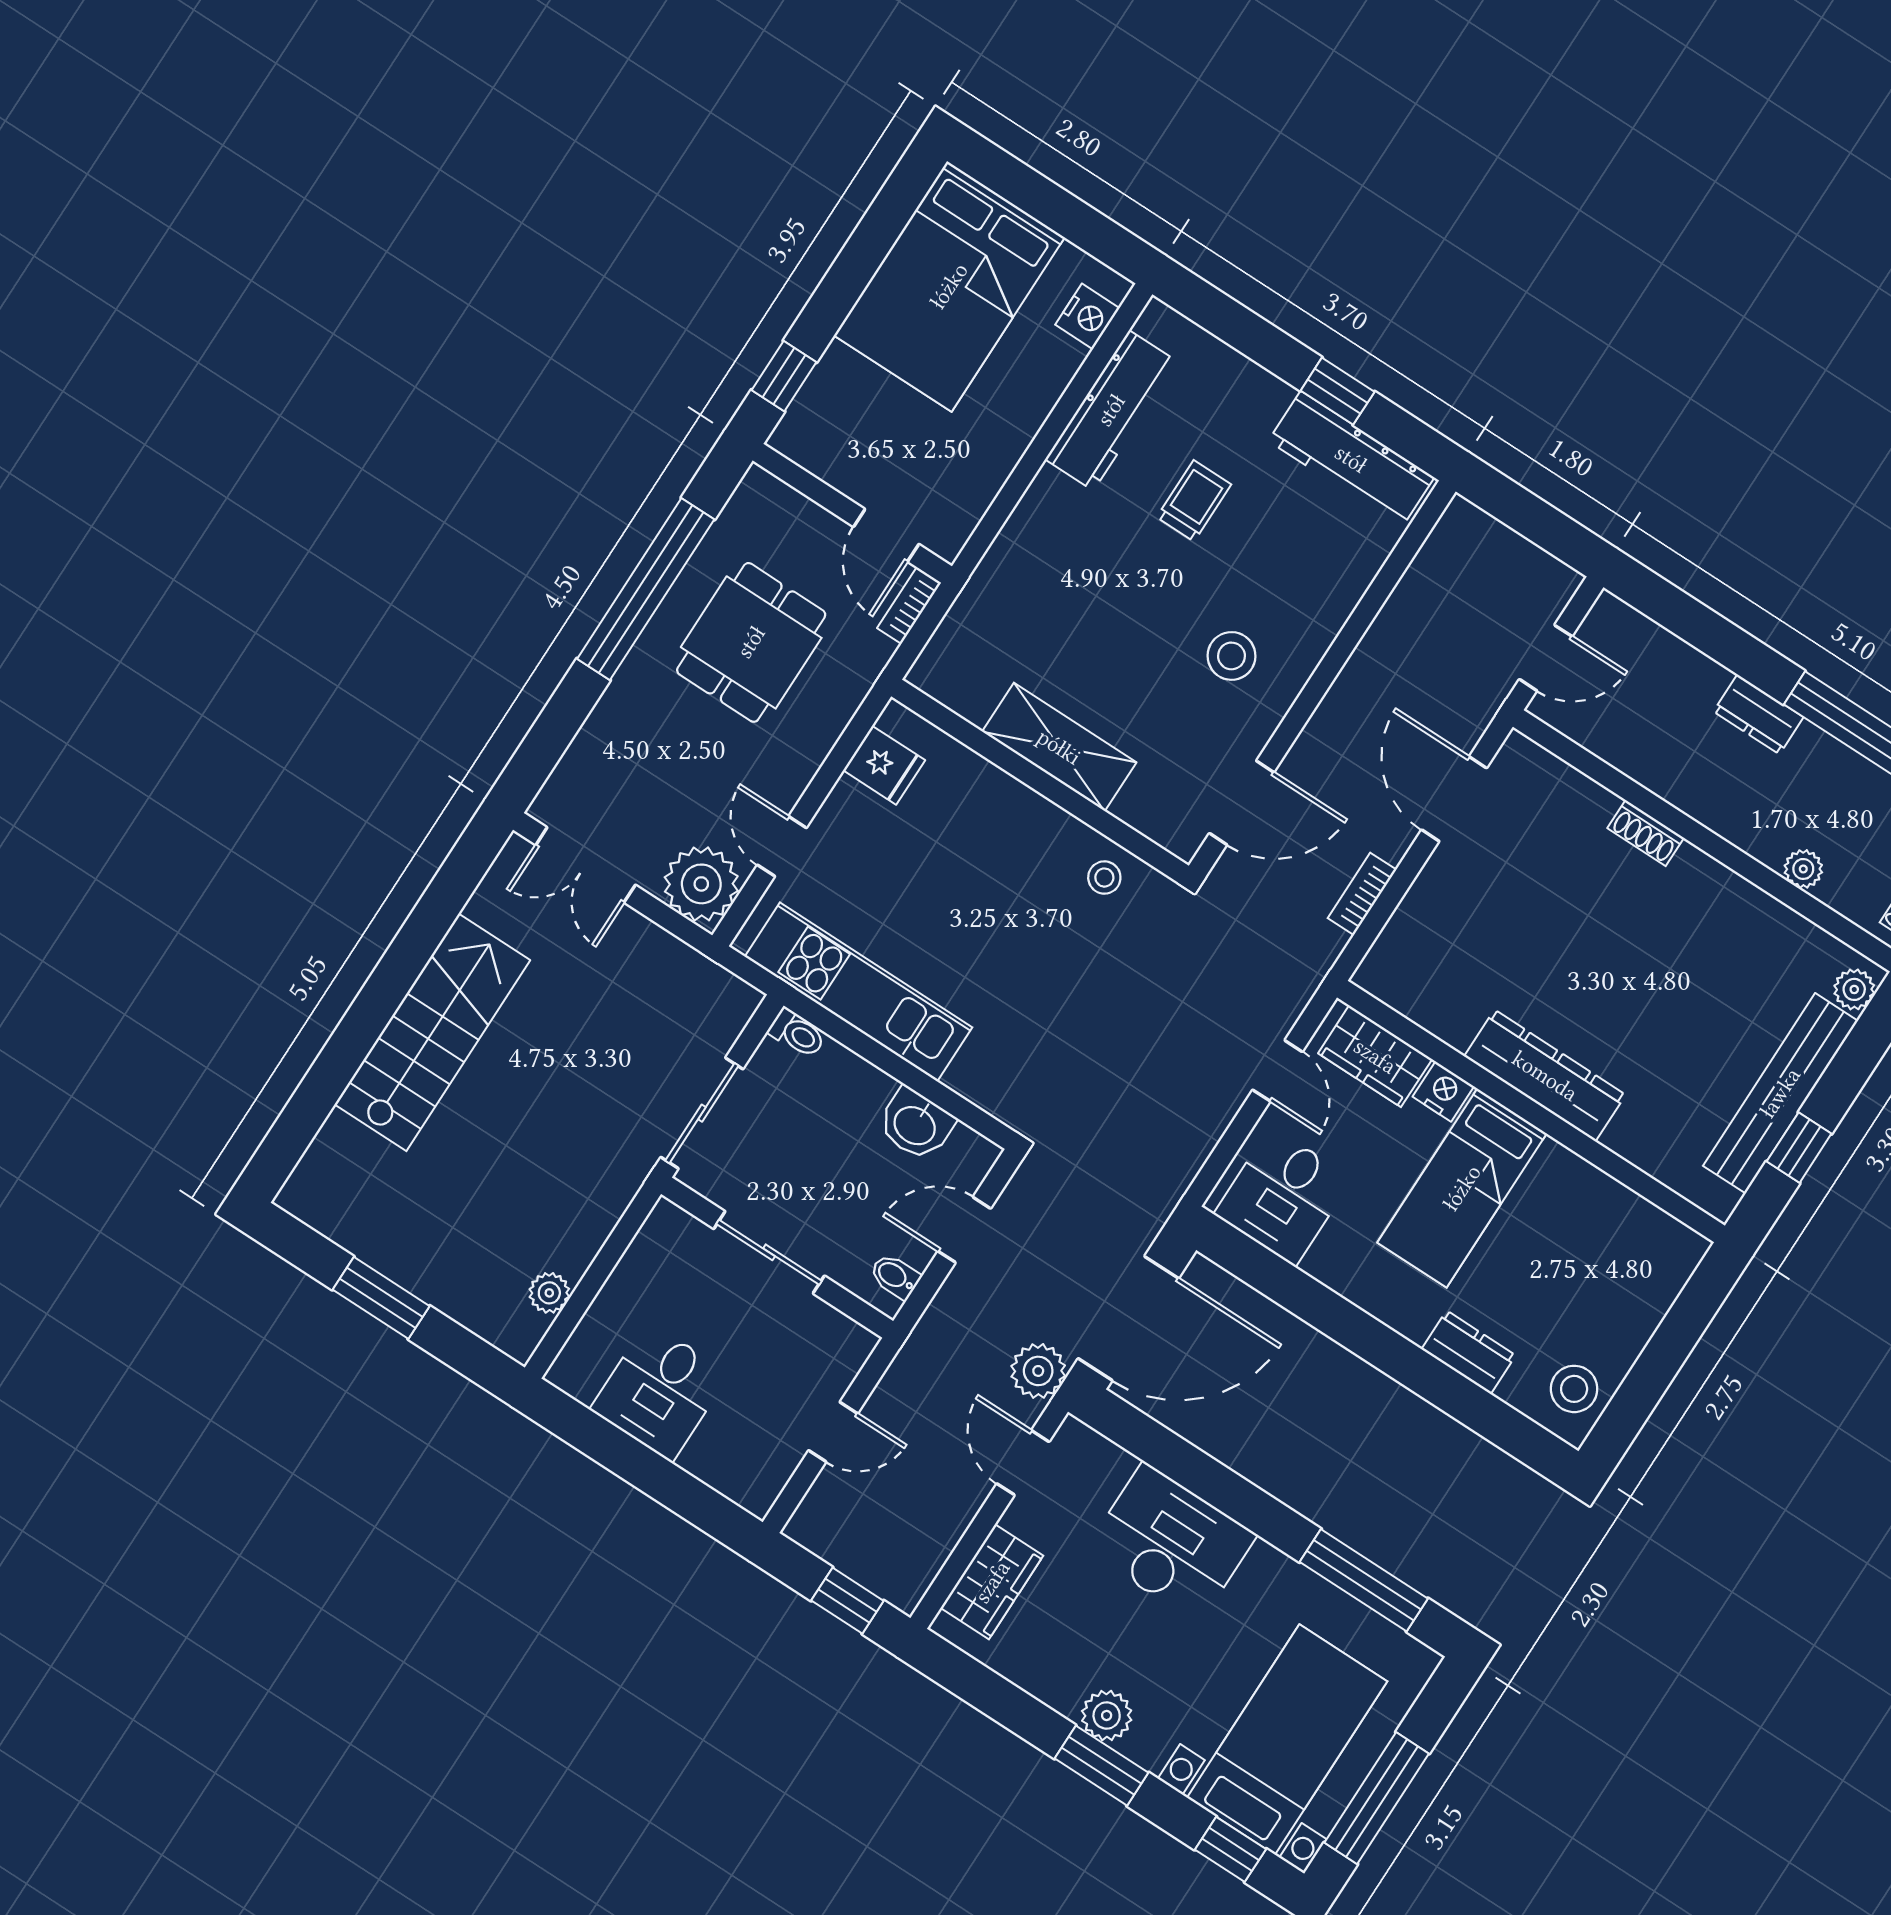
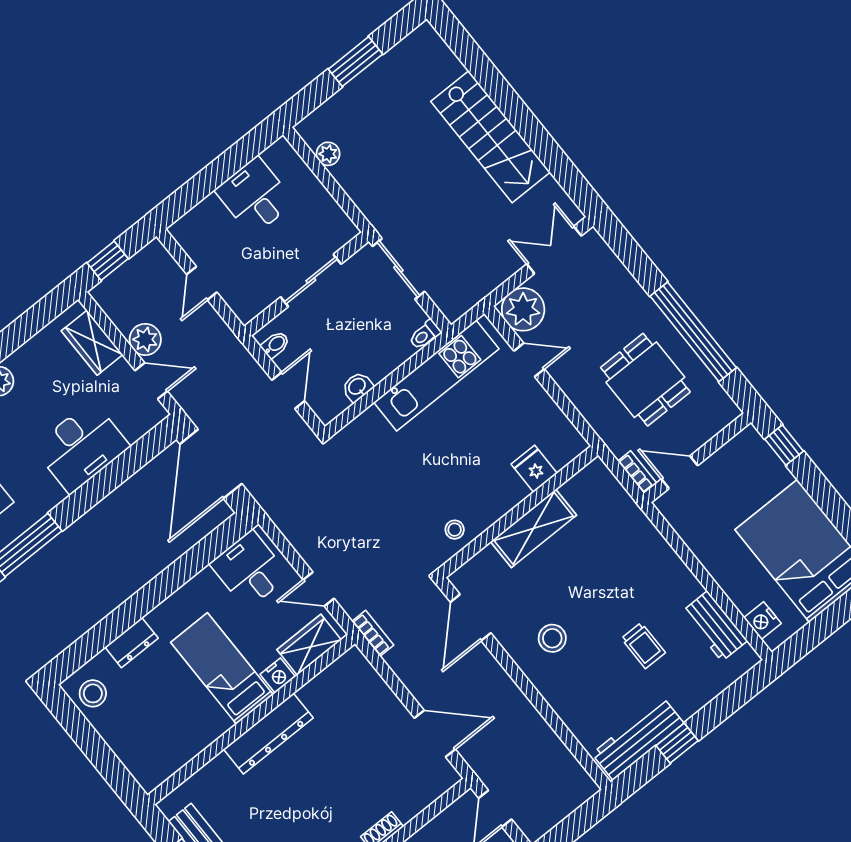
workbench: (1111, 410) -> (715, 626), width x0.73
fridge: (884, 765) -> (534, 469), moved, turned 90
bookcase: (1362, 894) -> (373, 633), moved
washbasin: (916, 1124) -> (357, 387), width x0.72, depth x0.69
plant: (1038, 1371) -> (145, 339), moved

